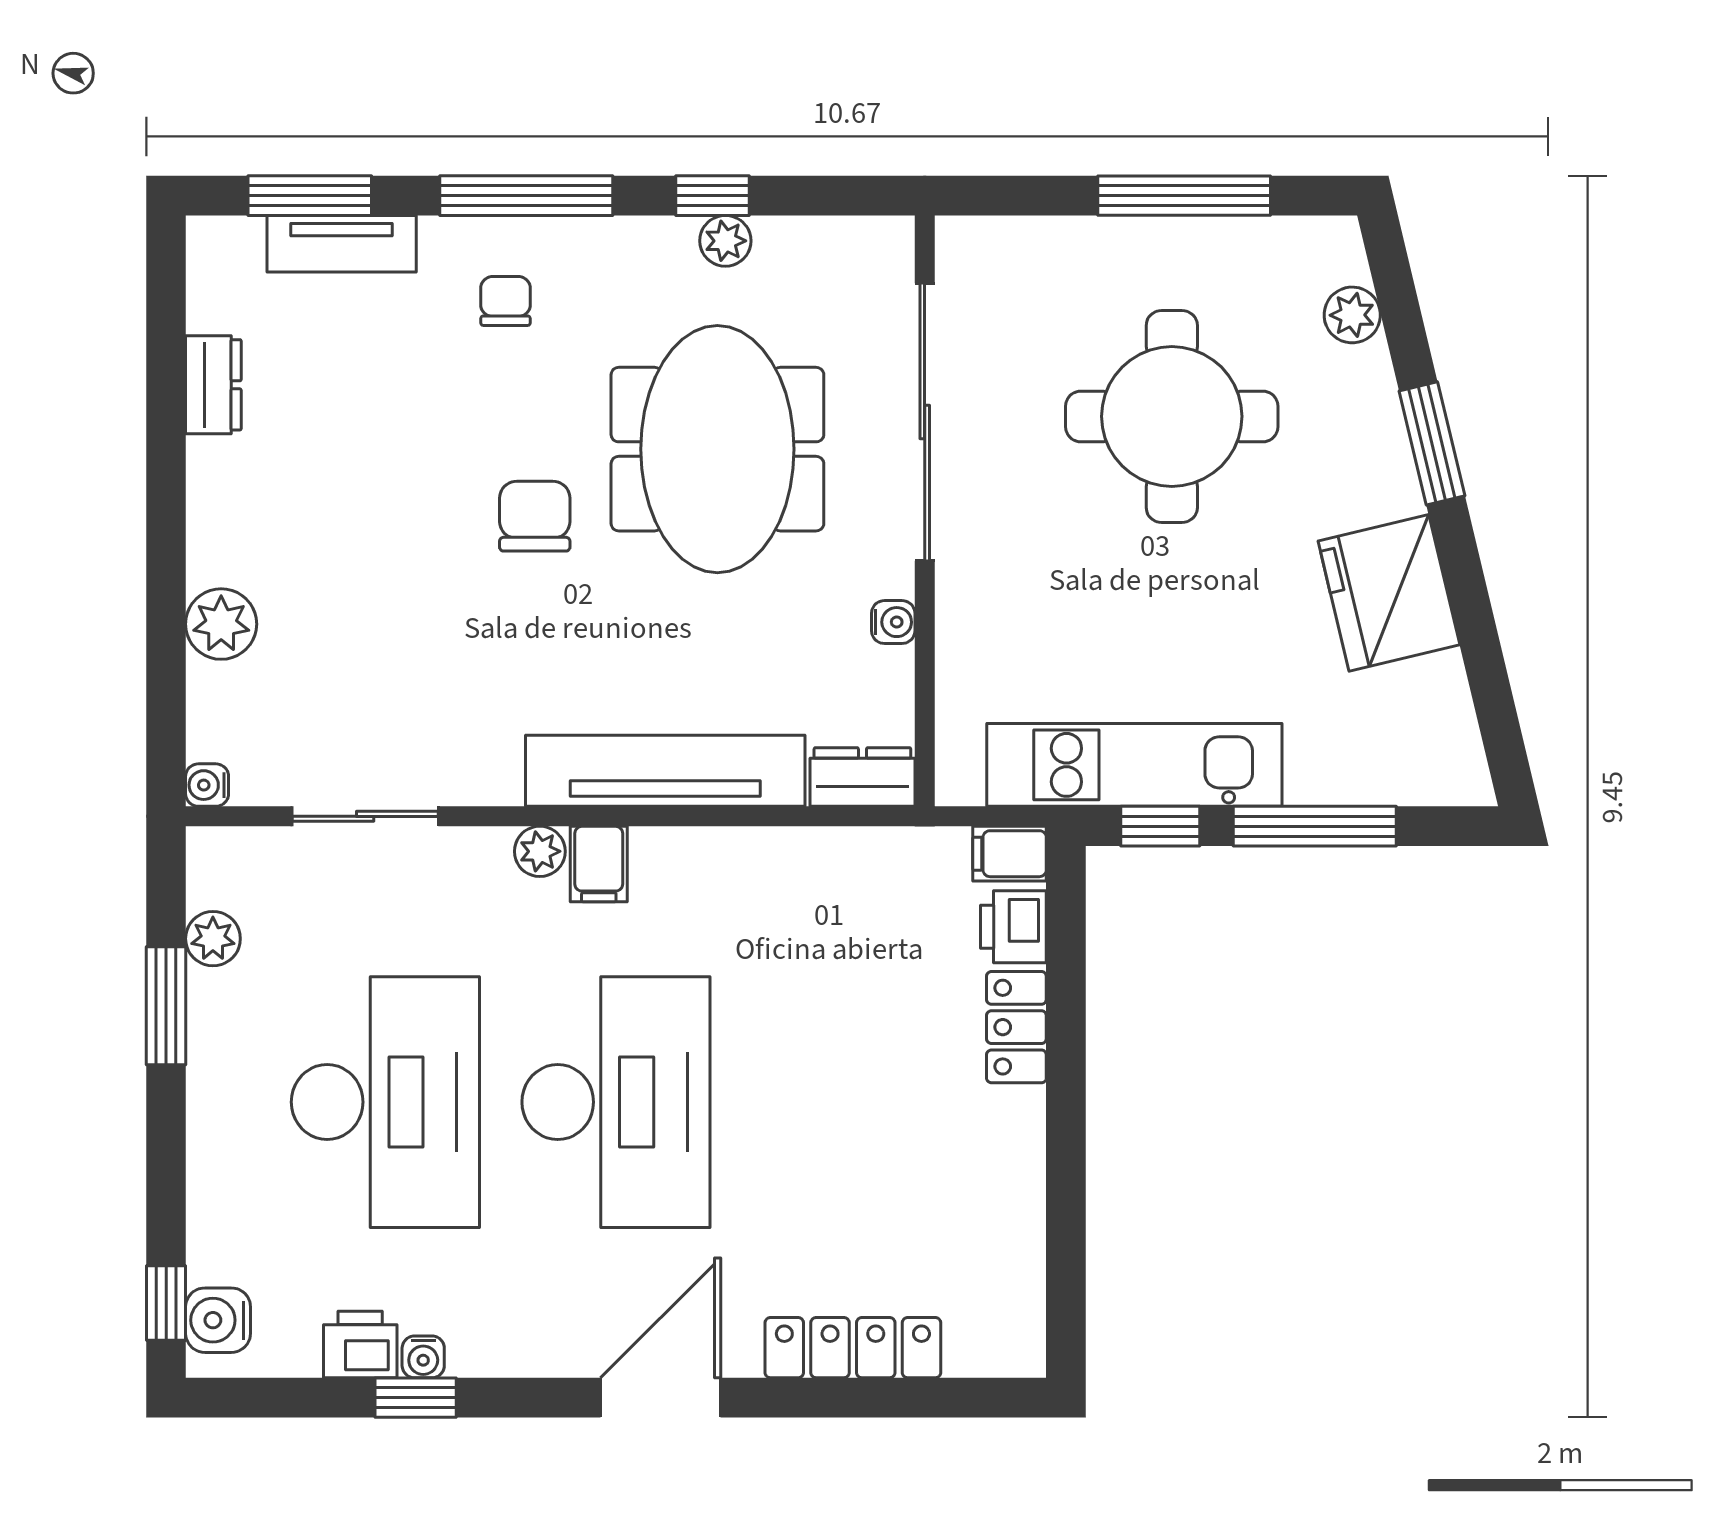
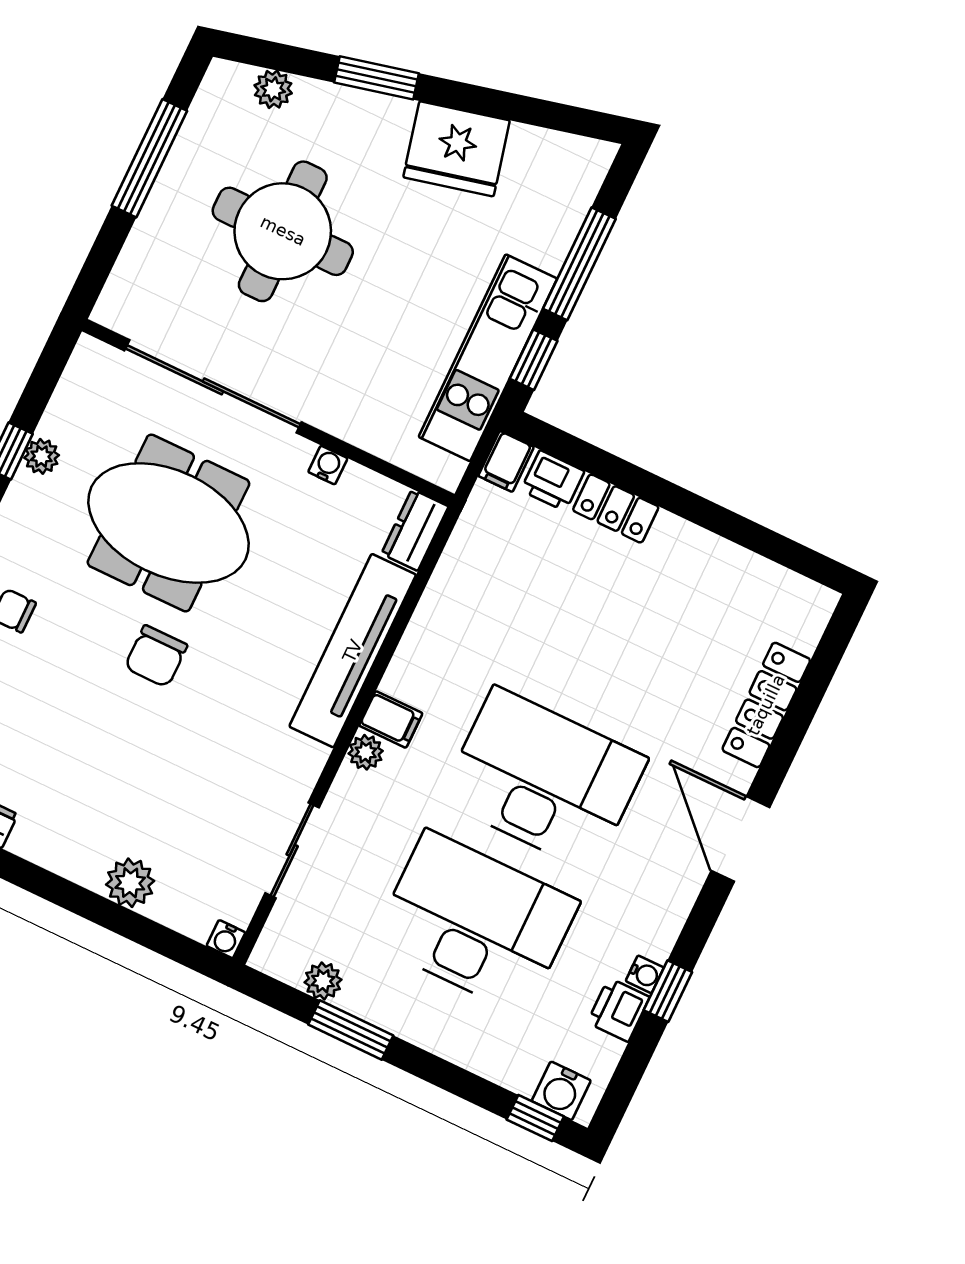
chair: (535, 516) -> (156, 656), turned -90

